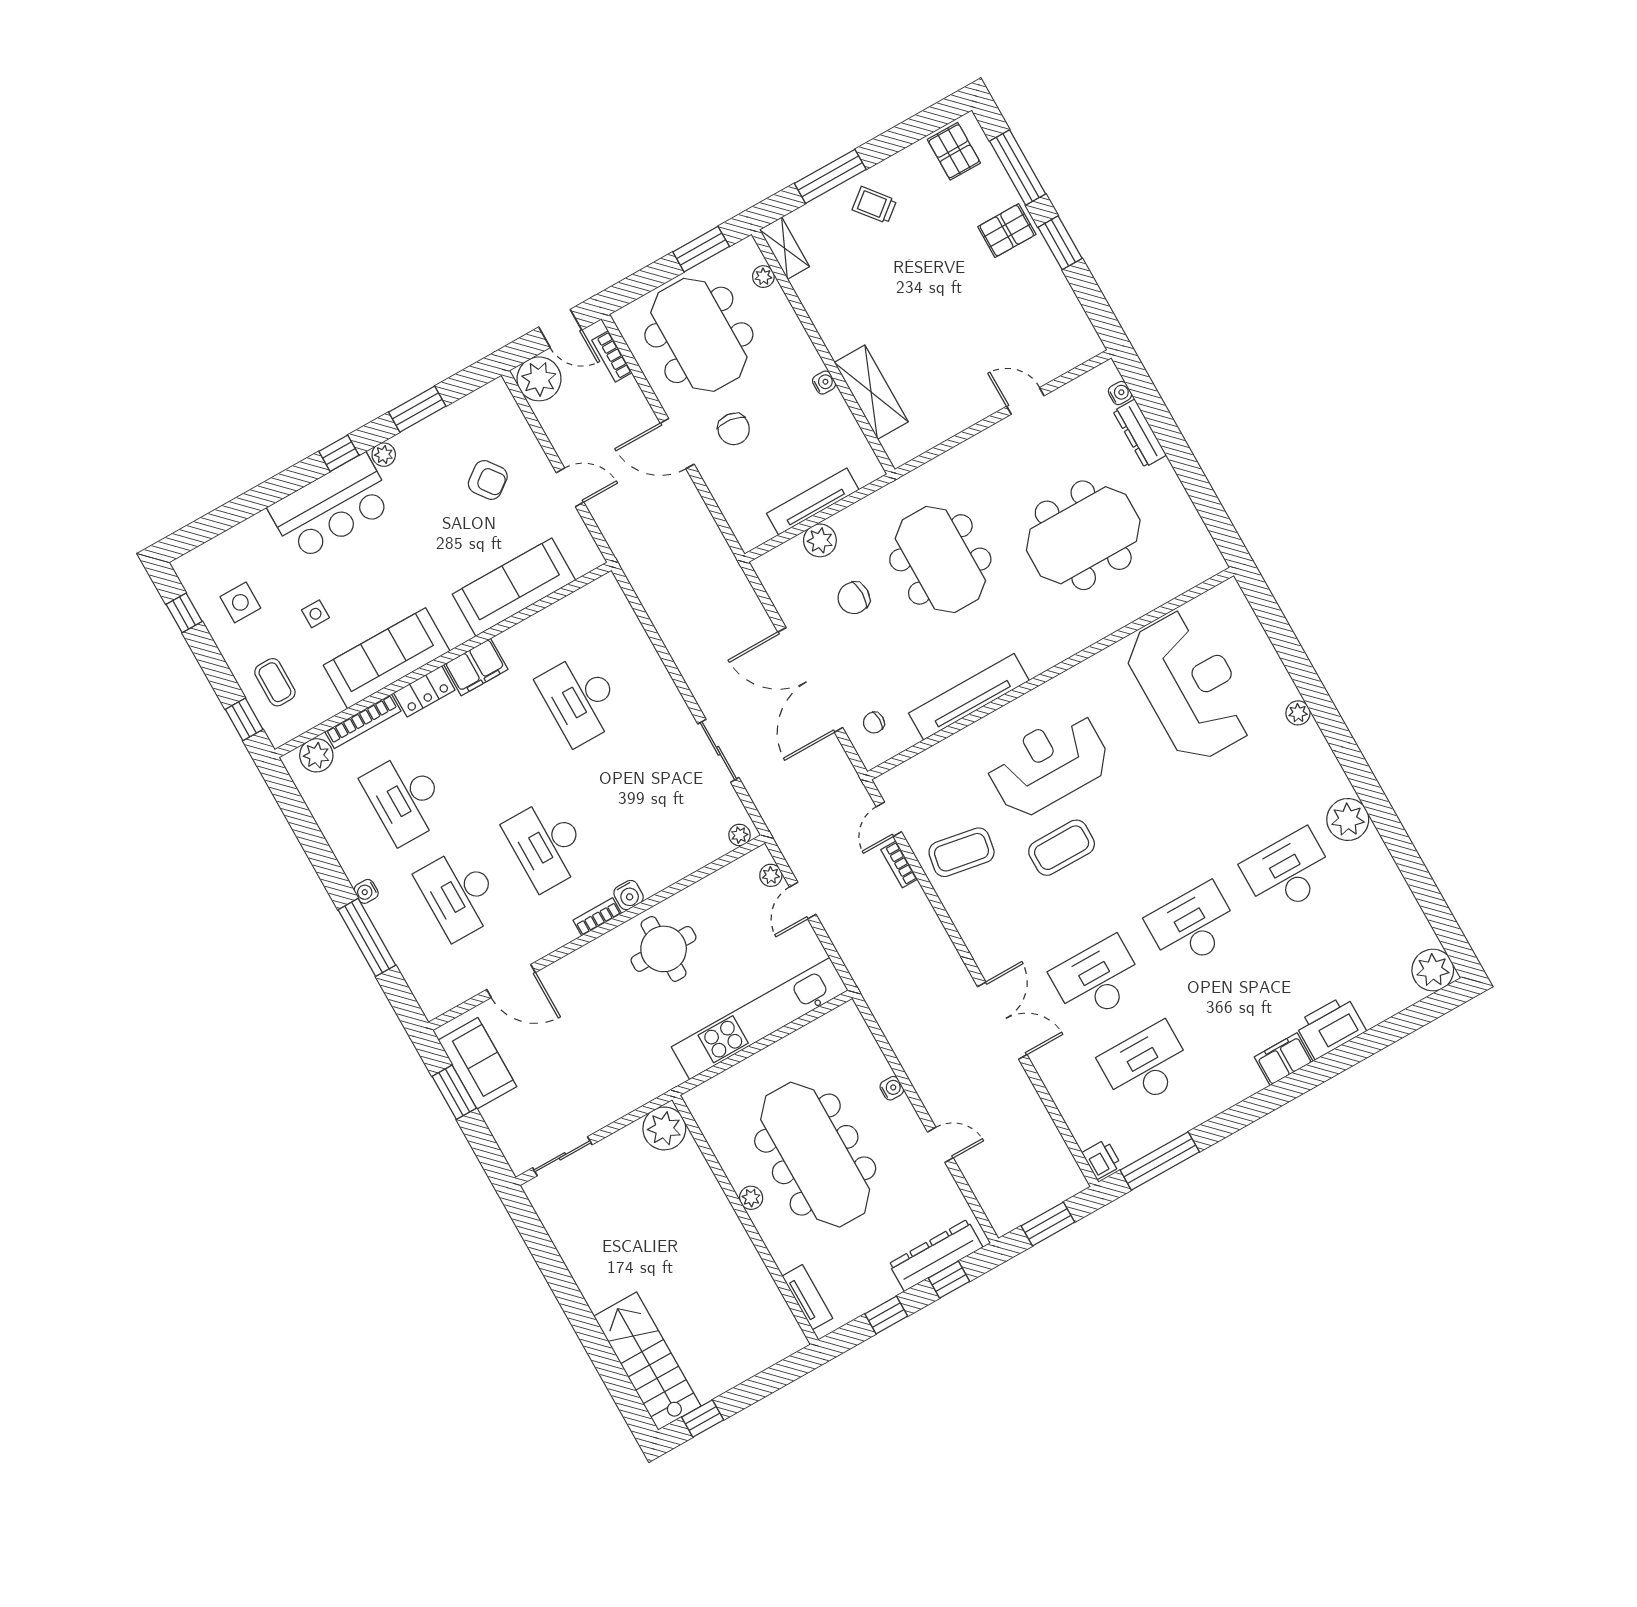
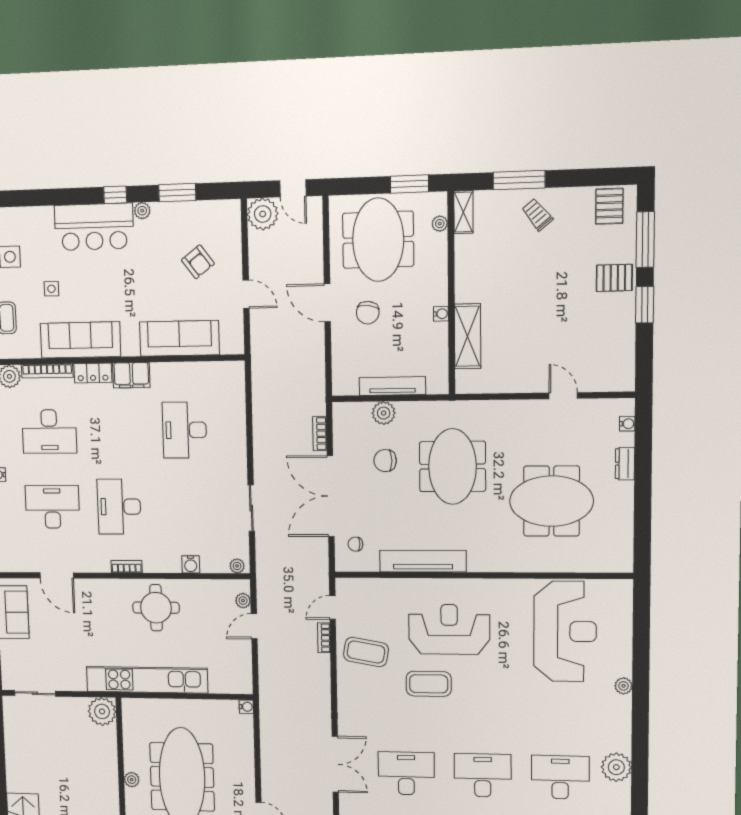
bookcase: (612, 356) -> (320, 434), moved
dresser: (1140, 433) -> (625, 464), width x0.70
desk: (405, 798) -> (49, 432), turned -90
desk: (459, 894) -> (52, 507), turned 90
water cooler: (629, 895) -> (191, 564), moved
kitchen unit: (760, 1019) -> (147, 680), moved
water cooler: (892, 1088) -> (246, 707), moved

